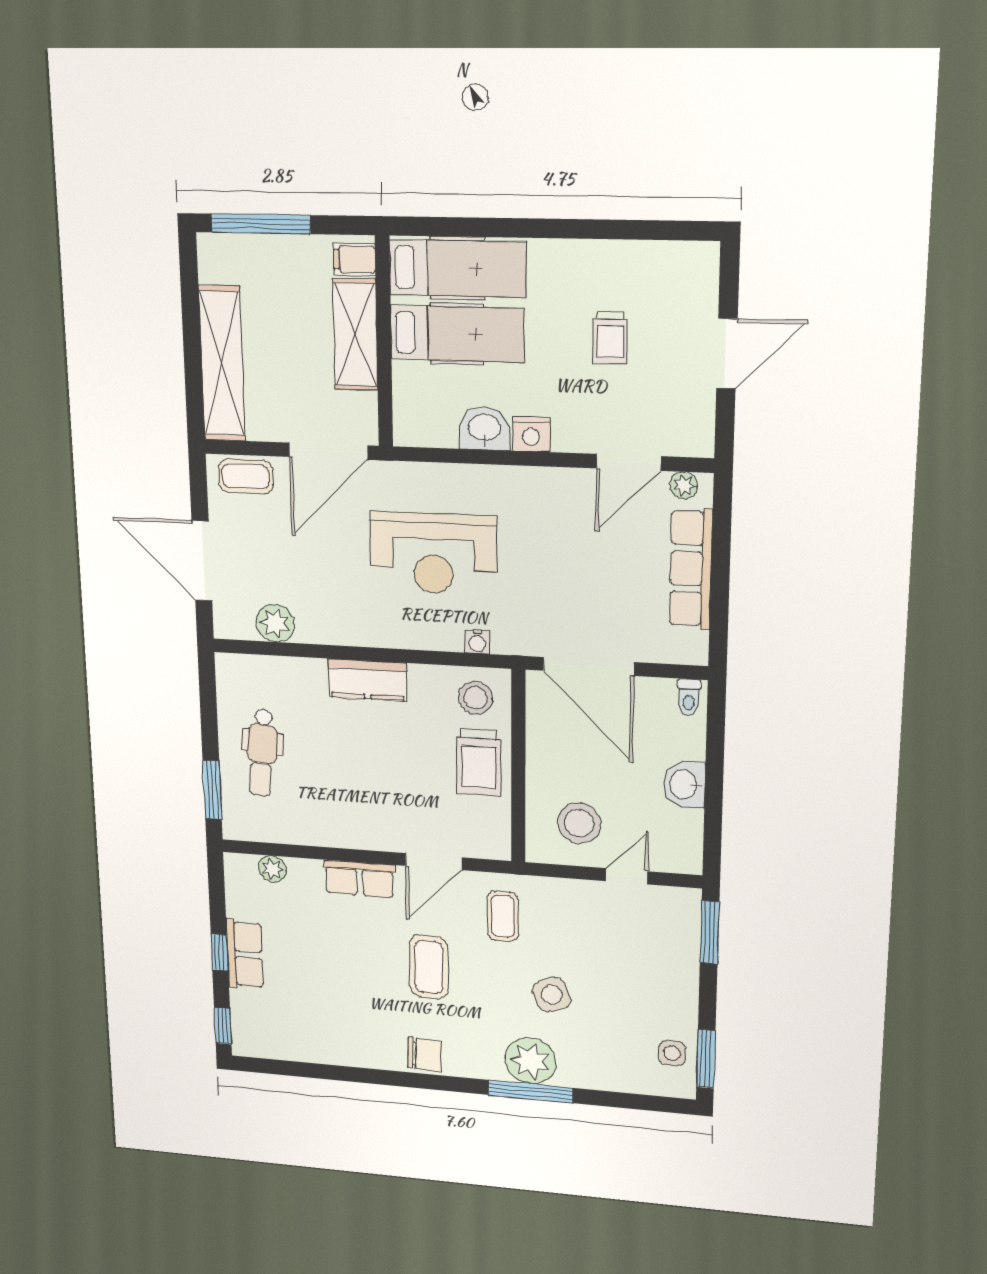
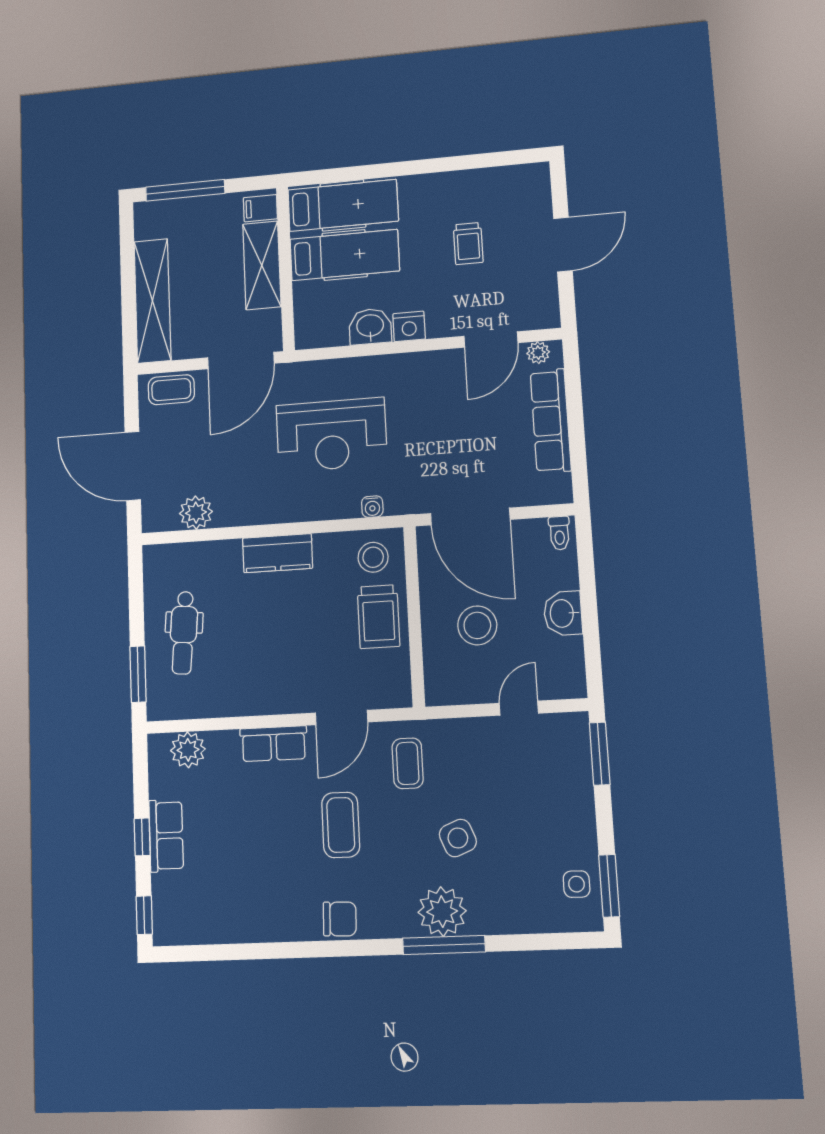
stool: (579, 823) -> (477, 625), moved
plant: (272, 869) -> (188, 750), width x1.38, depth x1.38

